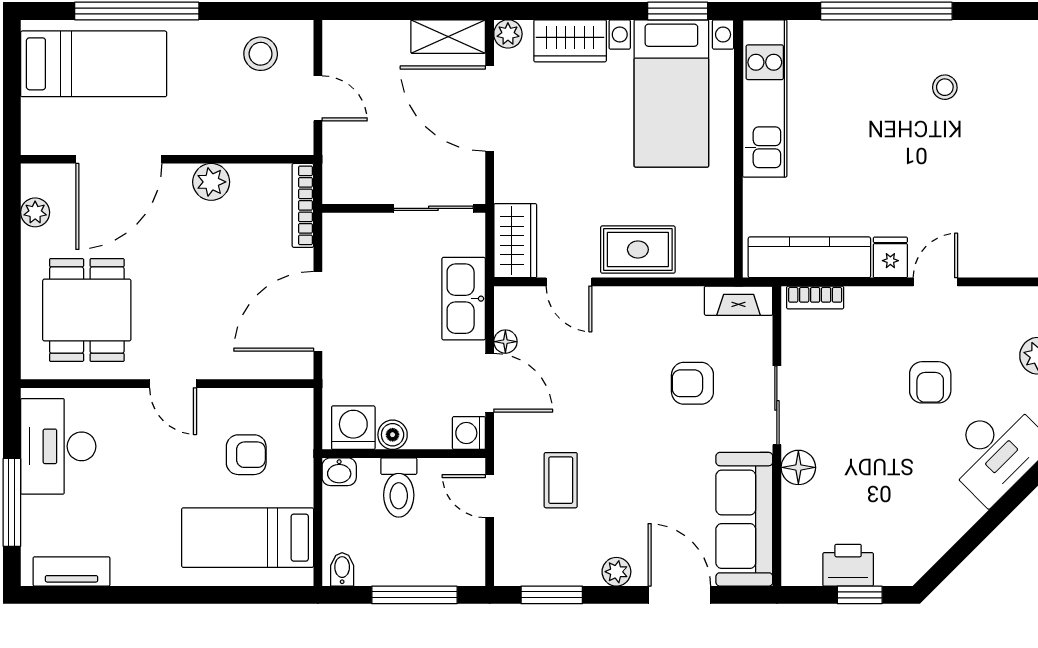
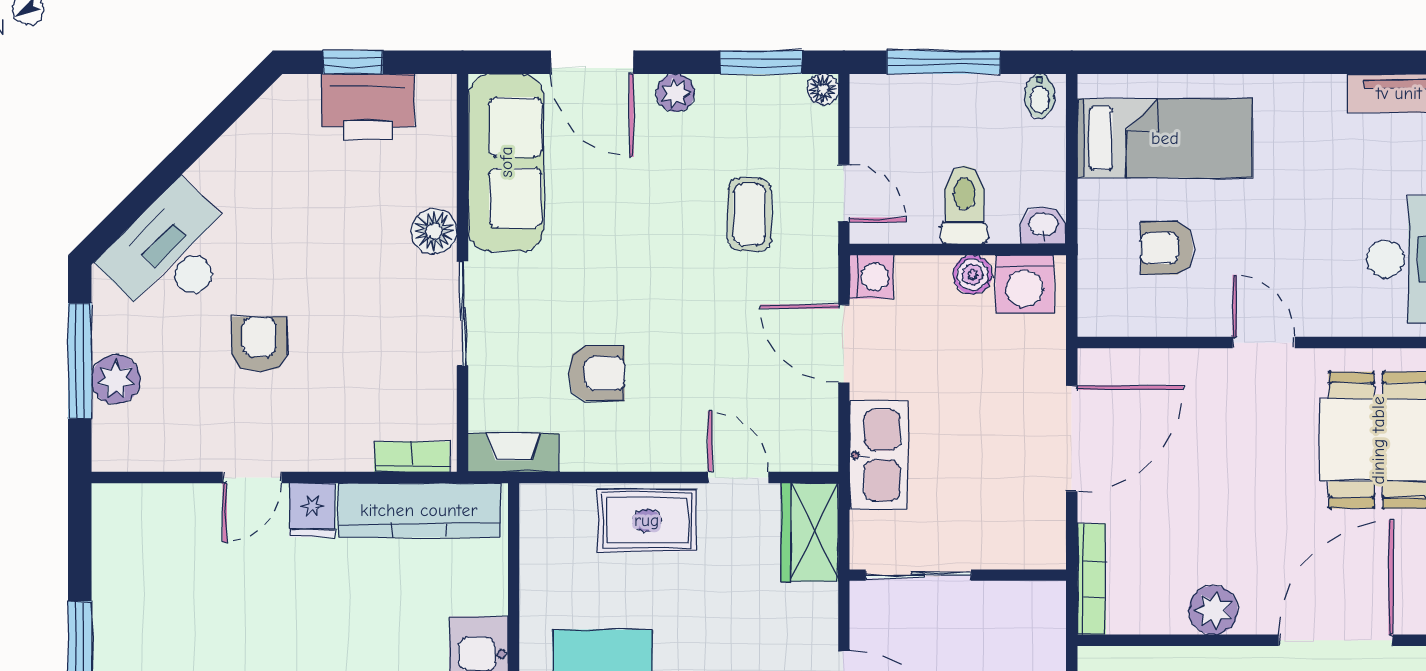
floor lamp: (505, 342) -> (823, 89), moved
armchair: (692, 383) -> (597, 373), moved
printer: (848, 565) -> (368, 107), width x1.37, depth x1.19

